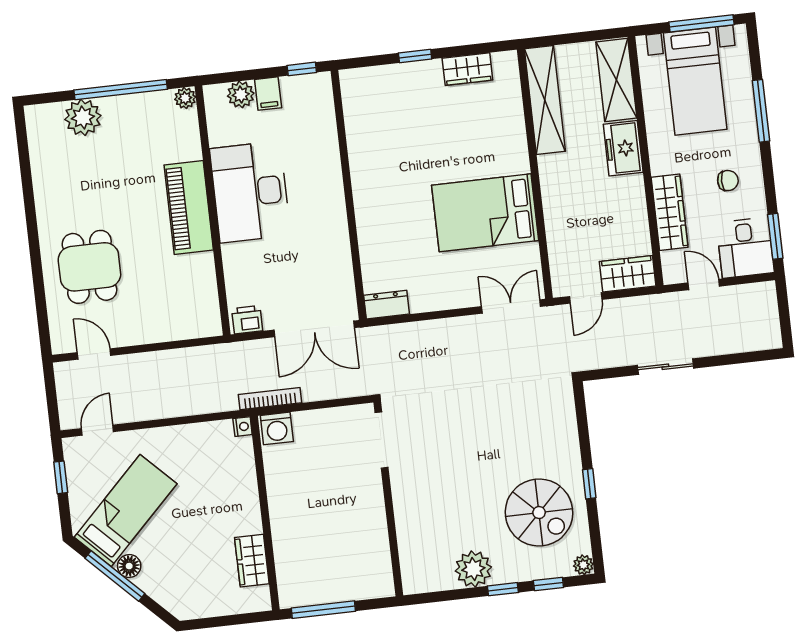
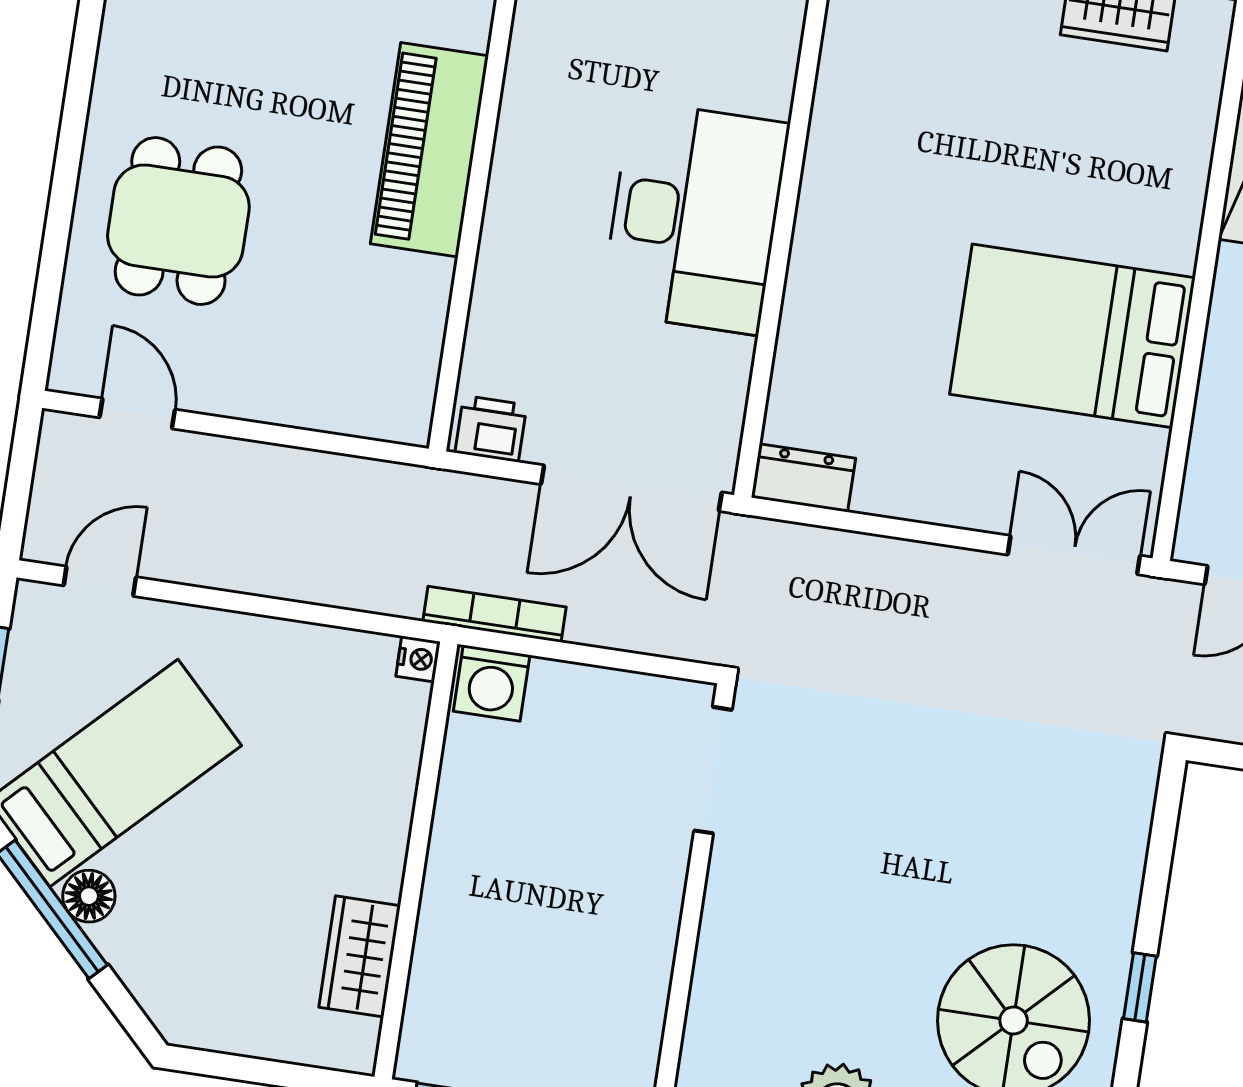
desk: (250, 192) -> (695, 218), moved, turned 180

